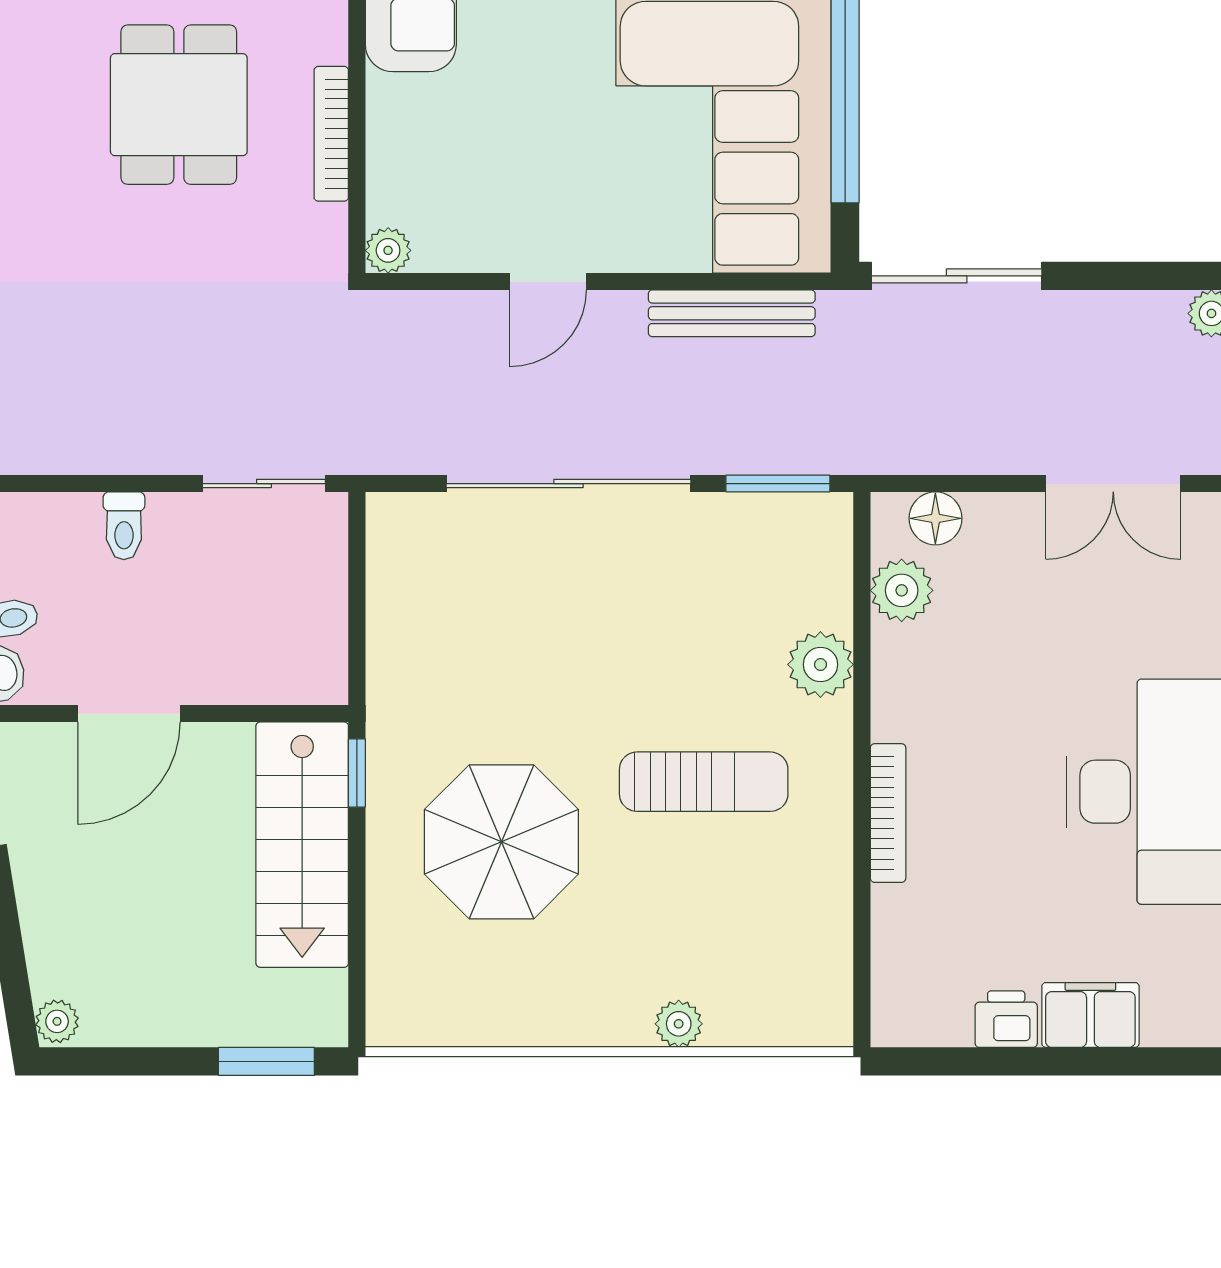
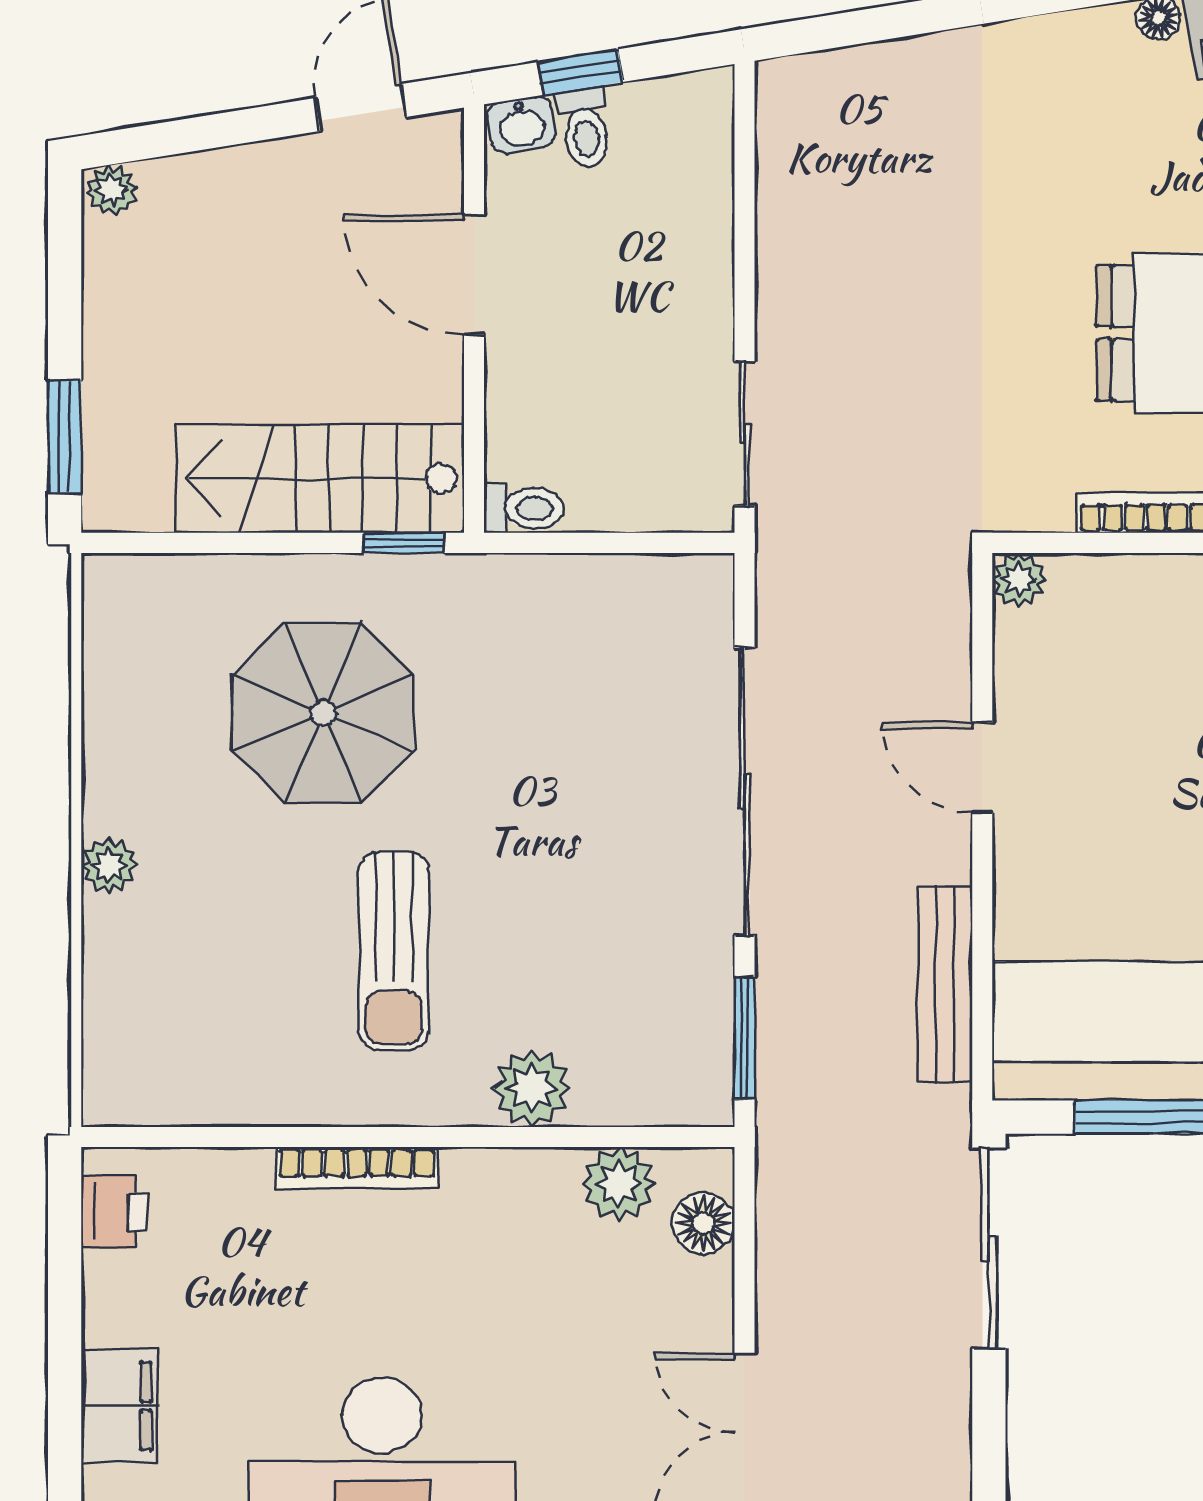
toilet: (124, 526) -> (524, 509), moved, turned 180
printer: (1006, 1019) -> (114, 1212), moved
plant: (679, 1024) -> (109, 866), moved

